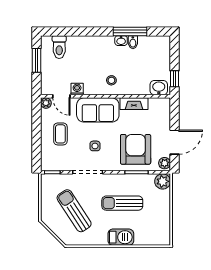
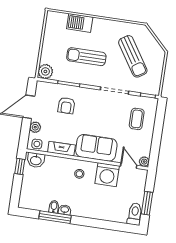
toilet: (59, 47) -> (135, 214), moved
washing machine: (77, 89) -> (107, 175), width x1.89, depth x1.89
coffee table: (60, 134) -> (137, 119), moved
side table: (95, 146) -> (37, 144), moved
armchair: (136, 149) -> (66, 106), width x0.53, depth x0.53
plant: (165, 163) -> (35, 127), moved
sun lounger: (122, 203) -> (86, 57), turned 180
barbecue: (121, 237) -> (80, 23), moved

